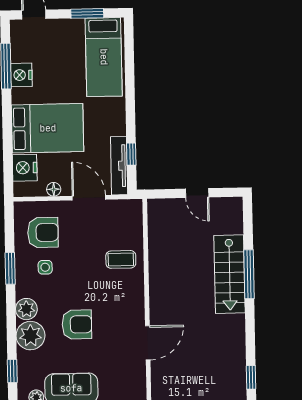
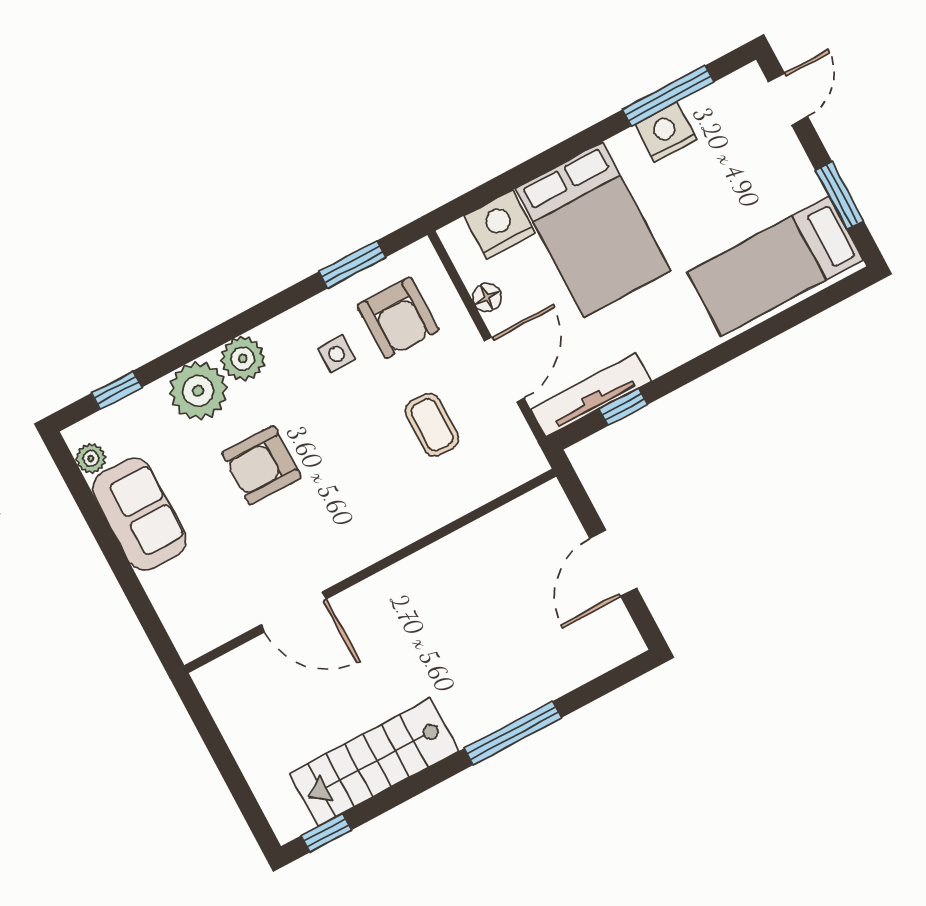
door: (197, 193) -> (613, 563), width x1.38
coffee table: (121, 259) -> (432, 425), moved
window: (10, 268) -> (352, 264), moved
stairs: (230, 274) -> (374, 762), moved
armchair: (77, 324) -> (261, 465), turned 90

